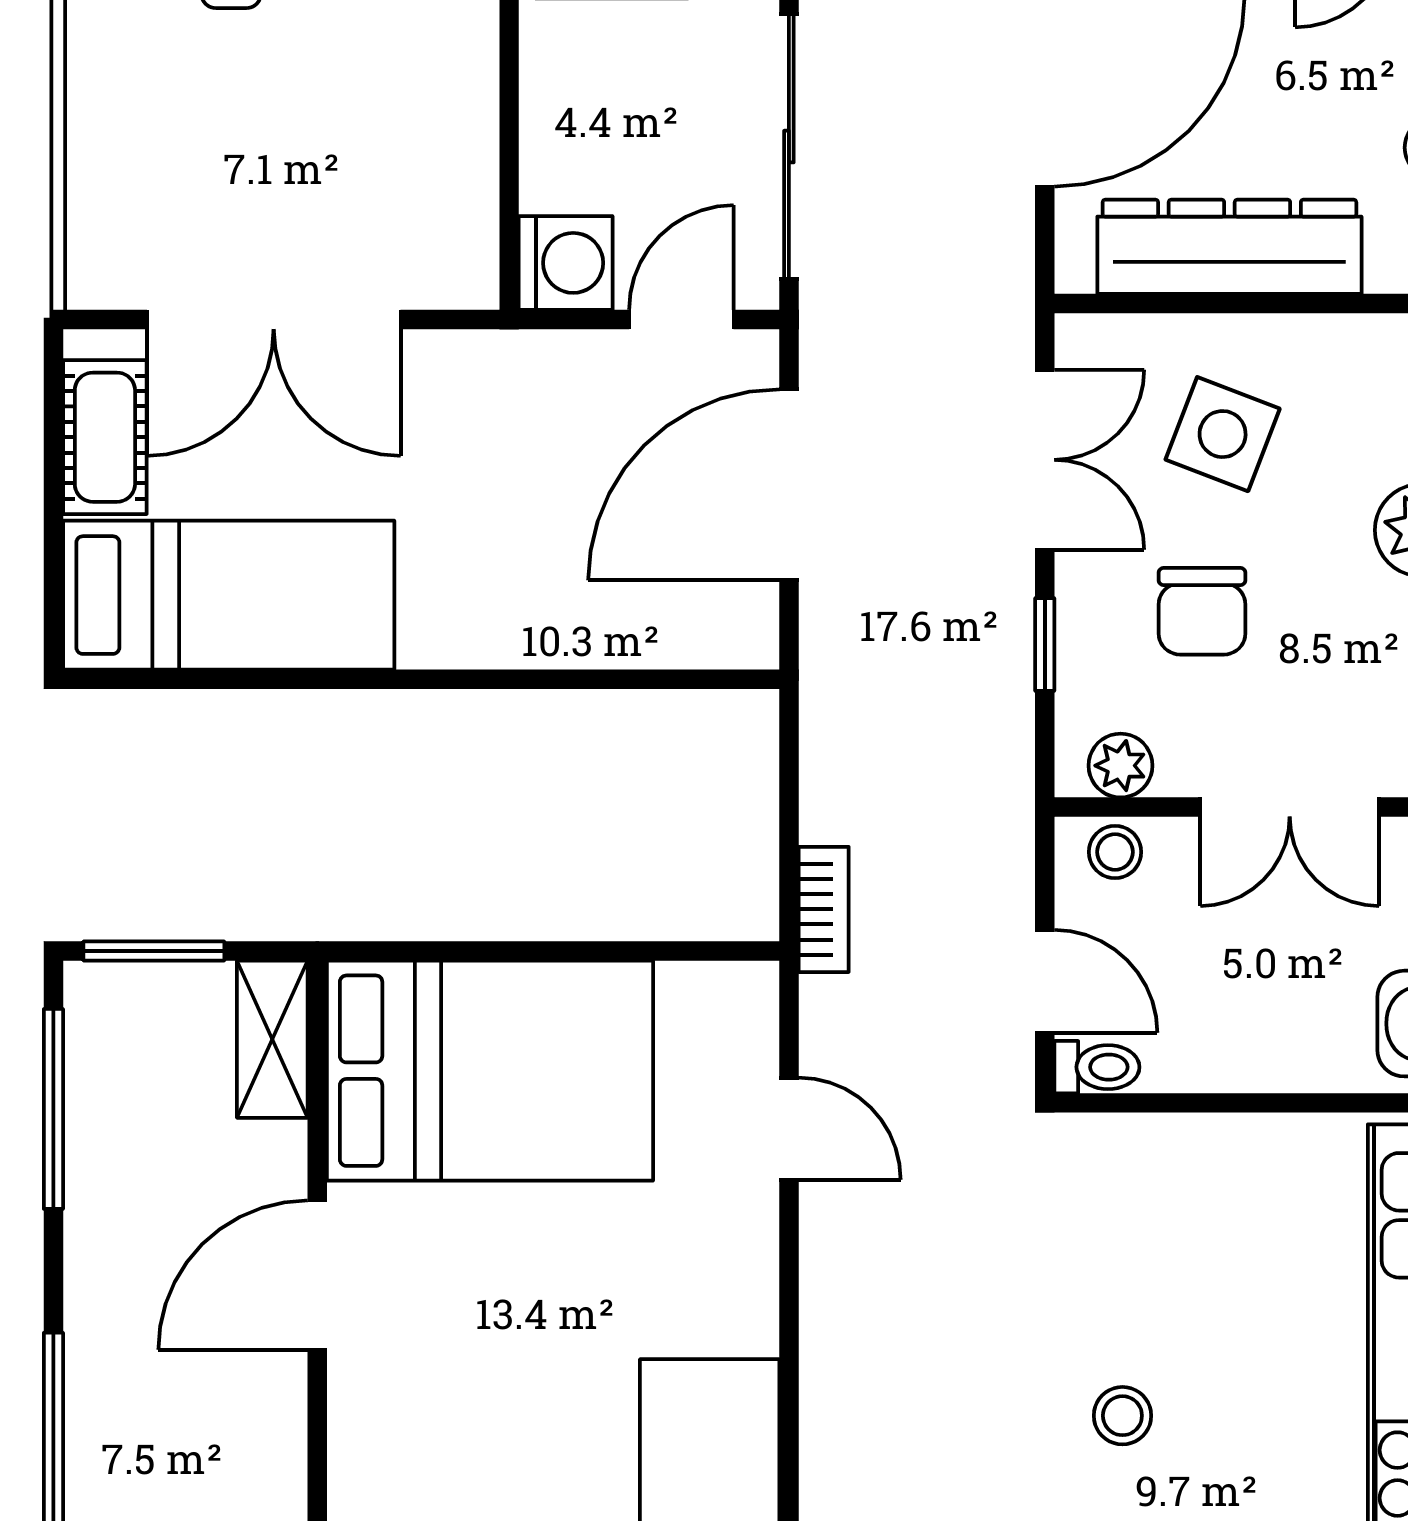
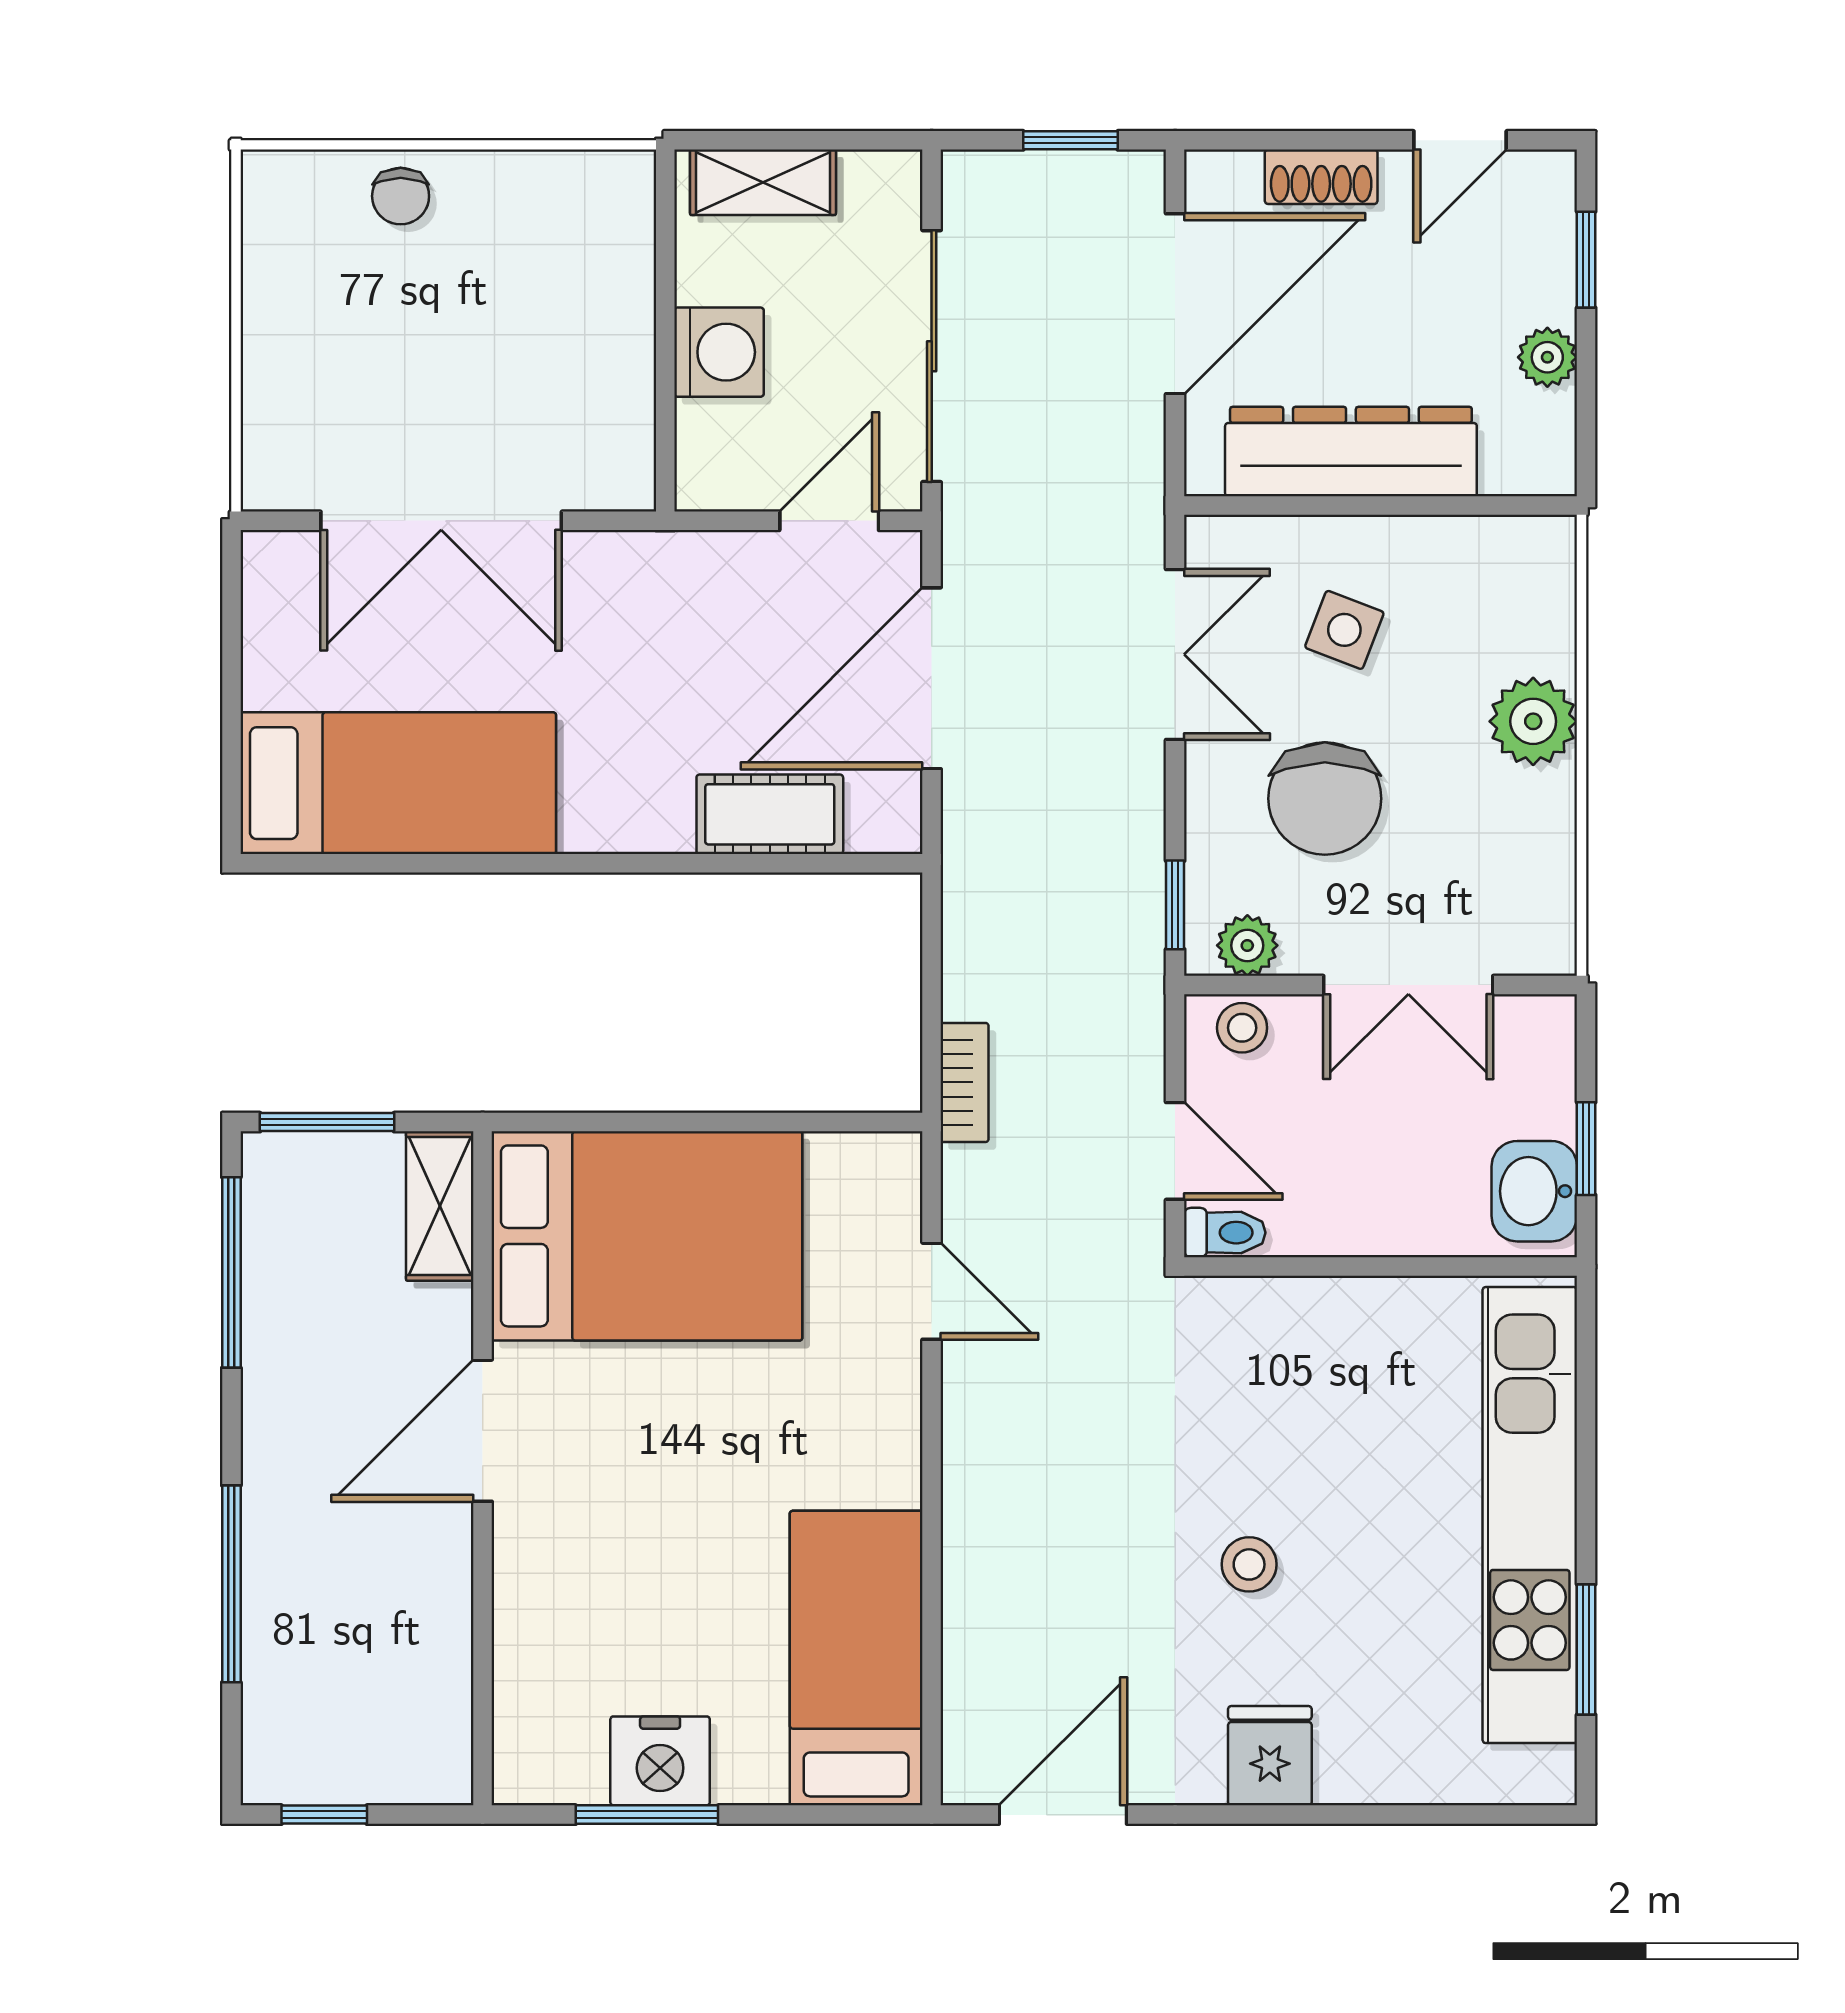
washing machine: (566, 263) -> (719, 352), moved
side table: (1223, 434) -> (1344, 630), width x0.73, depth x0.73
cot: (105, 437) -> (770, 814), moved, turned 90
chair: (1202, 611) -> (1325, 799), width x1.37, depth x1.37
window: (1045, 645) -> (1175, 905), moved

